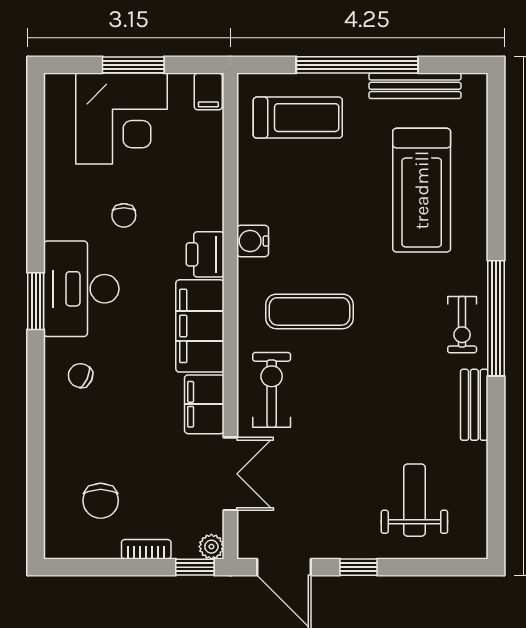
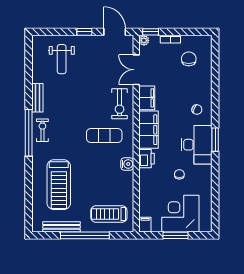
treadmill: (422, 190) -> (59, 185), turned 180

